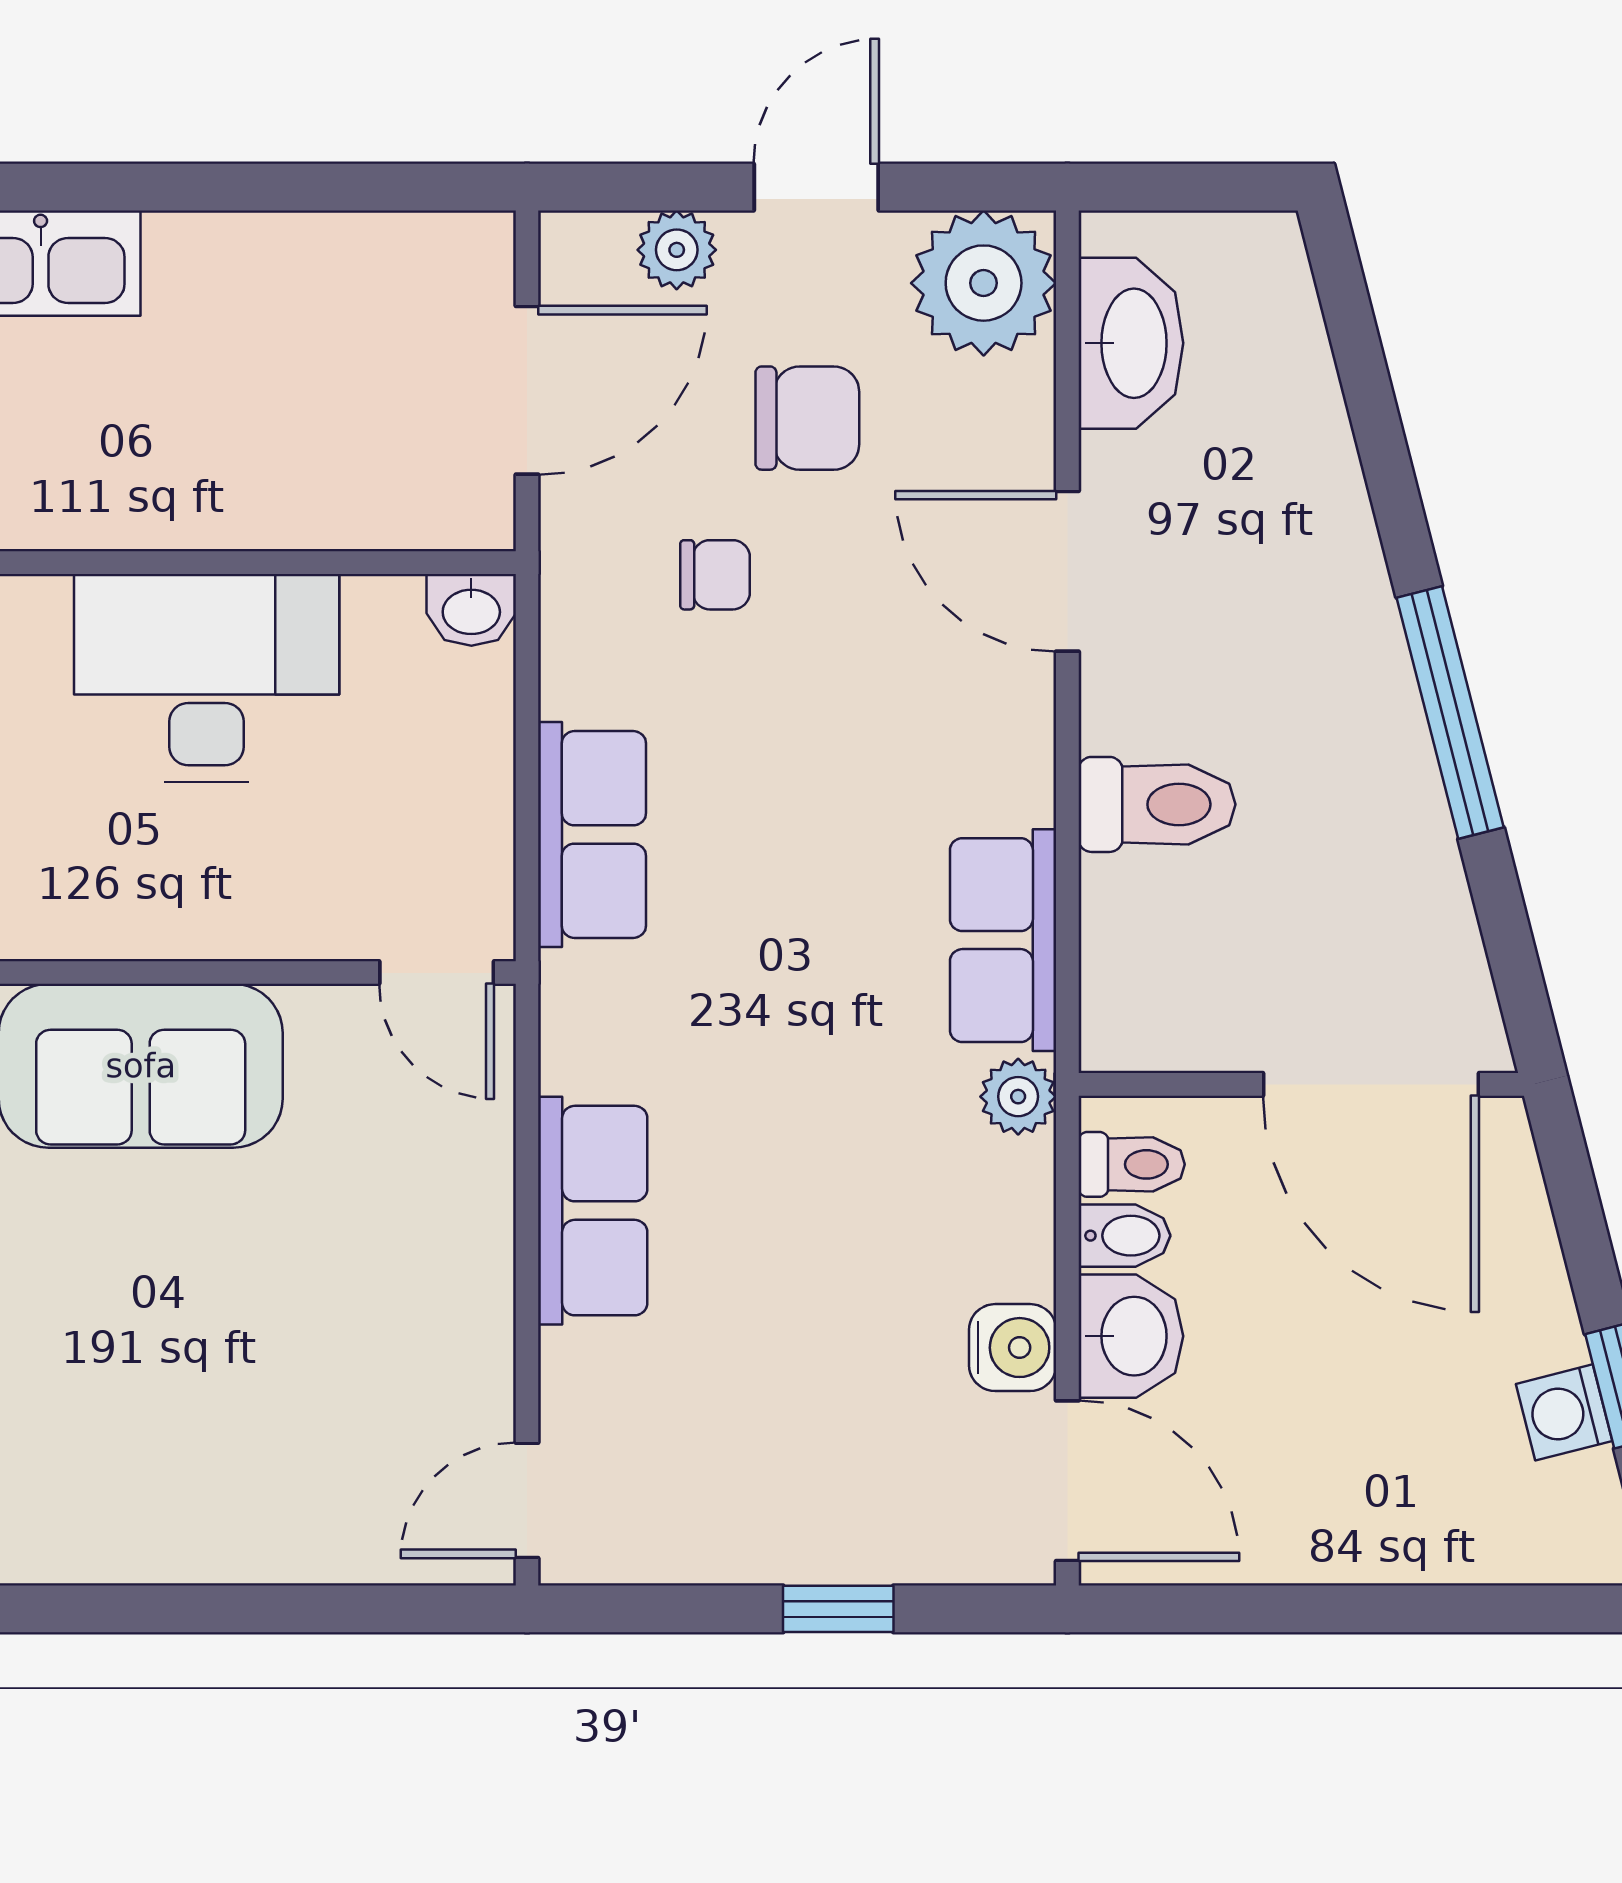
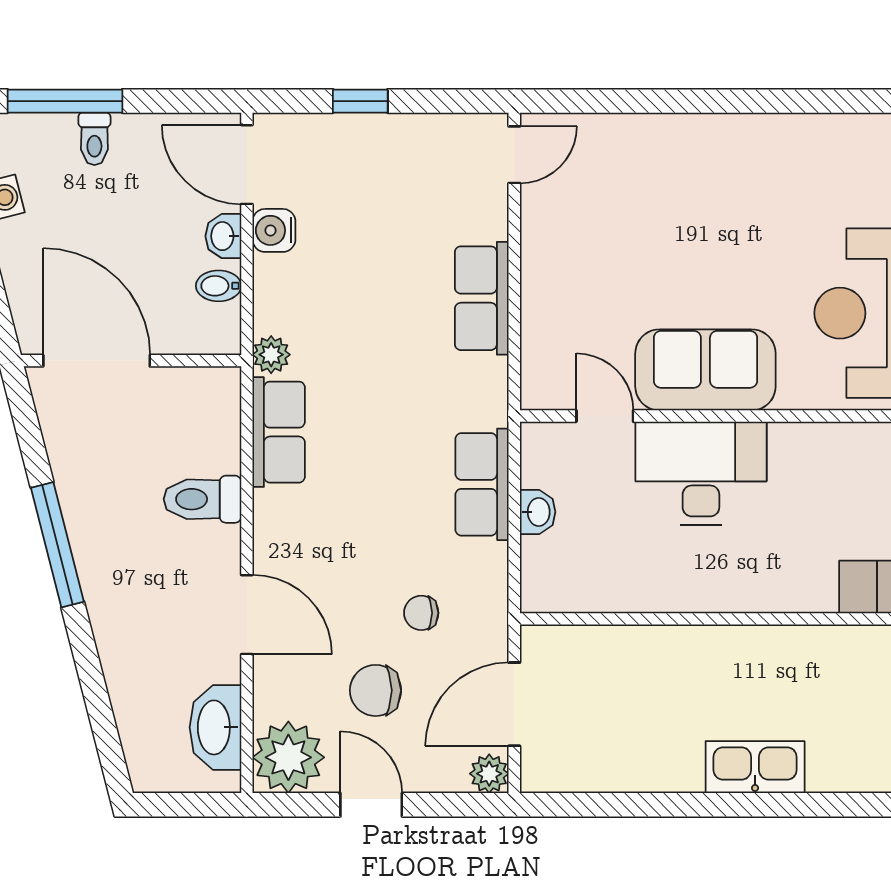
door: (816, 187) -> (371, 805), swing flipped
plant: (677, 250) -> (489, 774), moved
washbasin: (471, 610) -> (538, 512), moved, turned 90
desk: (207, 678) -> (701, 473), moved, turned 180
door: (437, 973) -> (605, 416), moved
toilet: (1132, 1164) -> (94, 139), moved, turned -90
washbasin: (1131, 1336) -> (223, 236), width x0.72, depth x0.69
window: (1435, 1609) -> (65, 101), added

